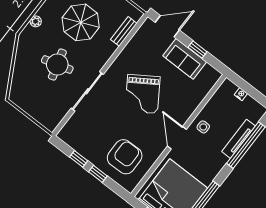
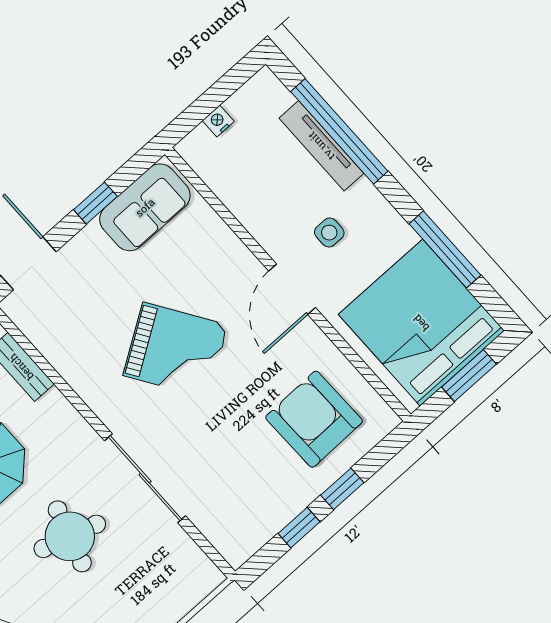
sofa: (185, 59) -> (145, 207), moved
round table: (57, 65) -> (70, 536), turned 33
side table: (203, 127) -> (329, 233), moved
door: (177, 138) -> (292, 289), hinge flipped

